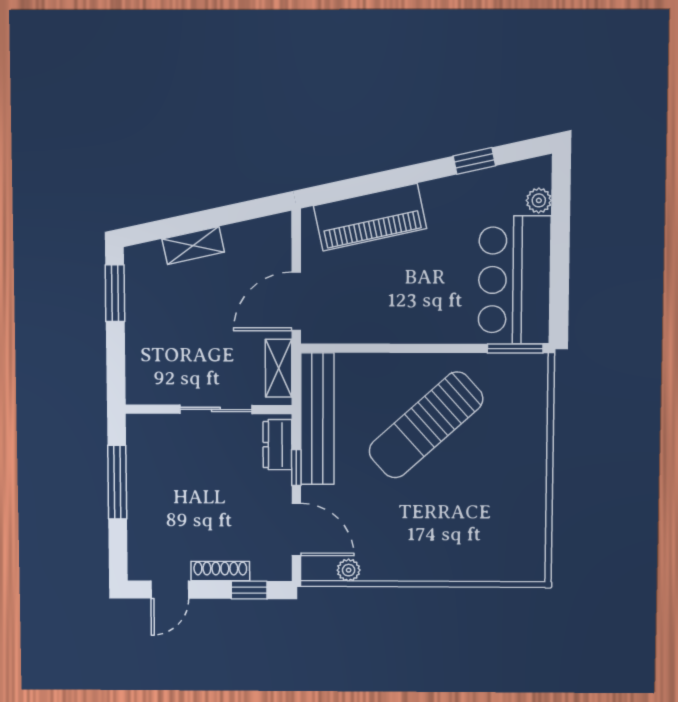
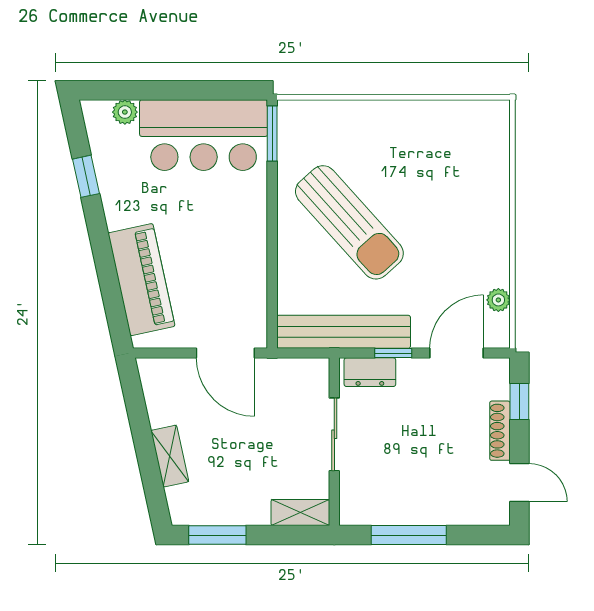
shelving: (279, 368) -> (300, 513), moved

